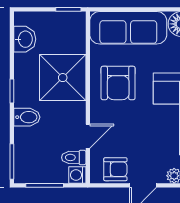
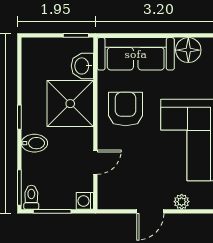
washbasin: (25, 39) -> (82, 66), moved, turned 180
armchair: (118, 83) -> (126, 109), turned 180
toilet: (74, 157) -> (31, 197), moved, turned 90
armchair: (115, 169) -> (123, 195), removed

